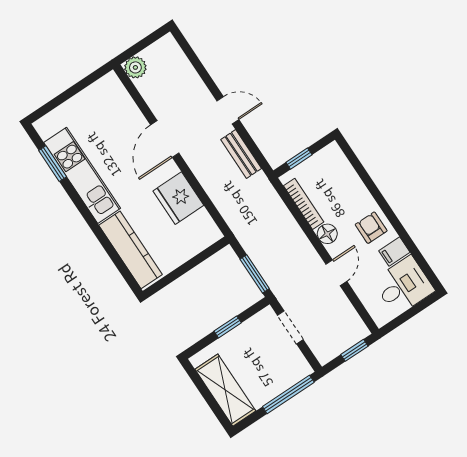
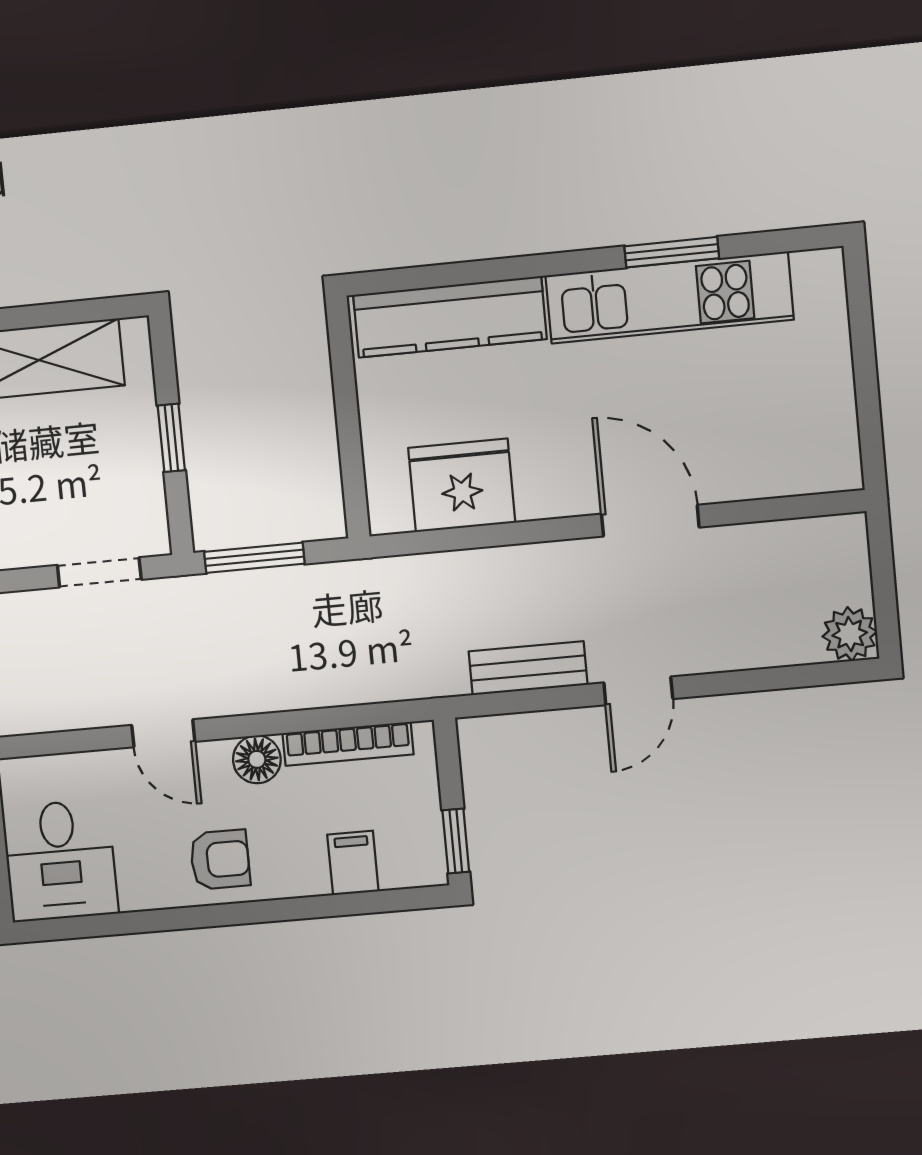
plant: (135, 67) -> (850, 634), moved
window: (299, 159) -> (456, 841), moved
window: (53, 164) -> (672, 252), moved
fridge: (178, 198) -> (462, 485), moved
filing cabinet: (394, 252) -> (353, 863), moved

